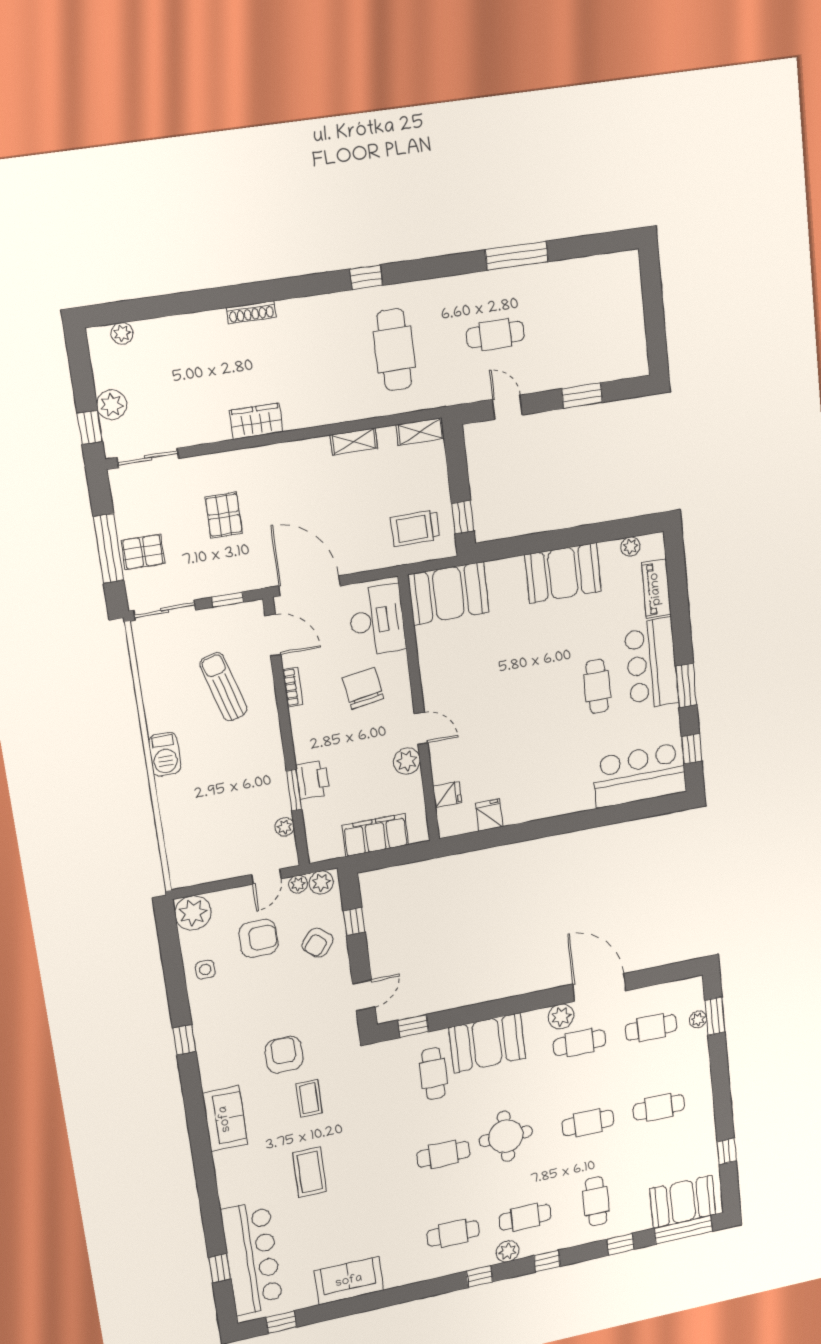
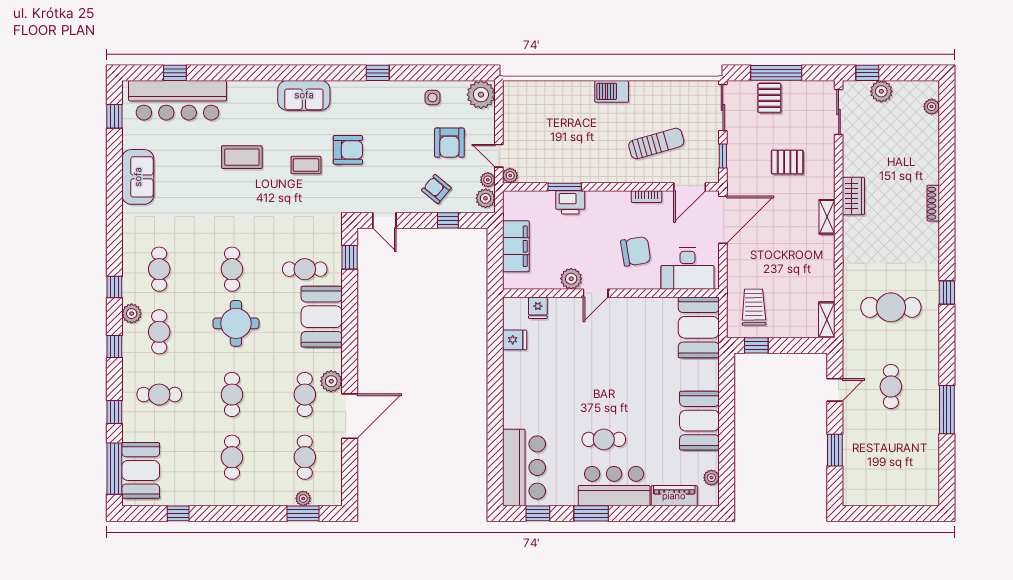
shelving: (354, 442) -> (827, 217), moved
plant: (285, 827) -> (510, 176), moved

